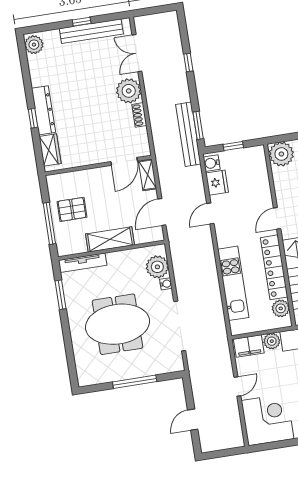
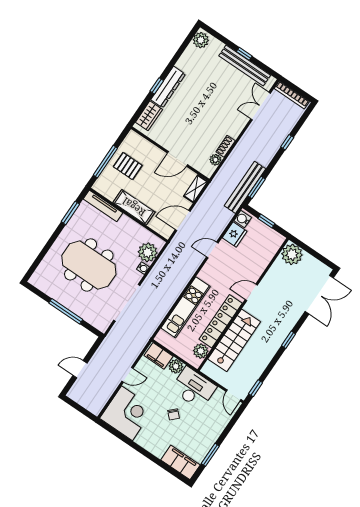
bookcase: (155, 19) -> (292, 95), added
plant: (129, 91) -> (215, 160), moved, width x0.53, depth x0.53
door: (124, 161) -> (177, 159), moved

